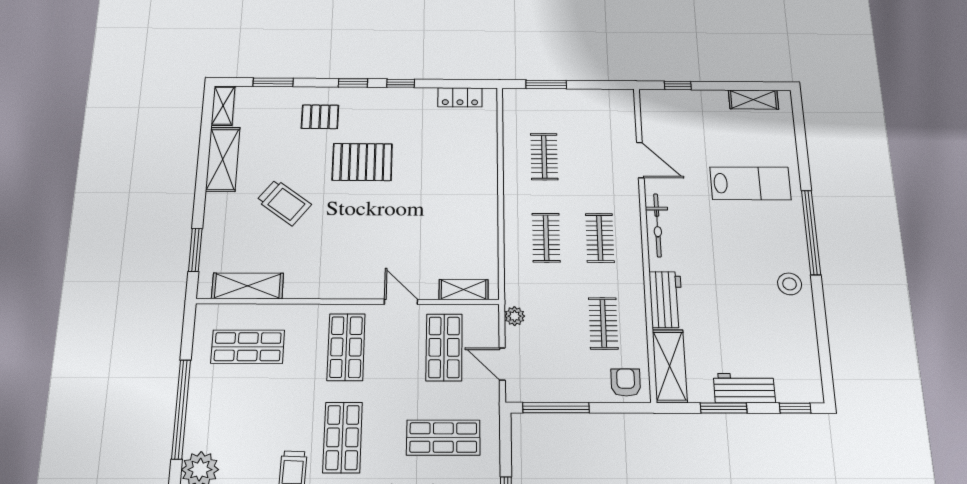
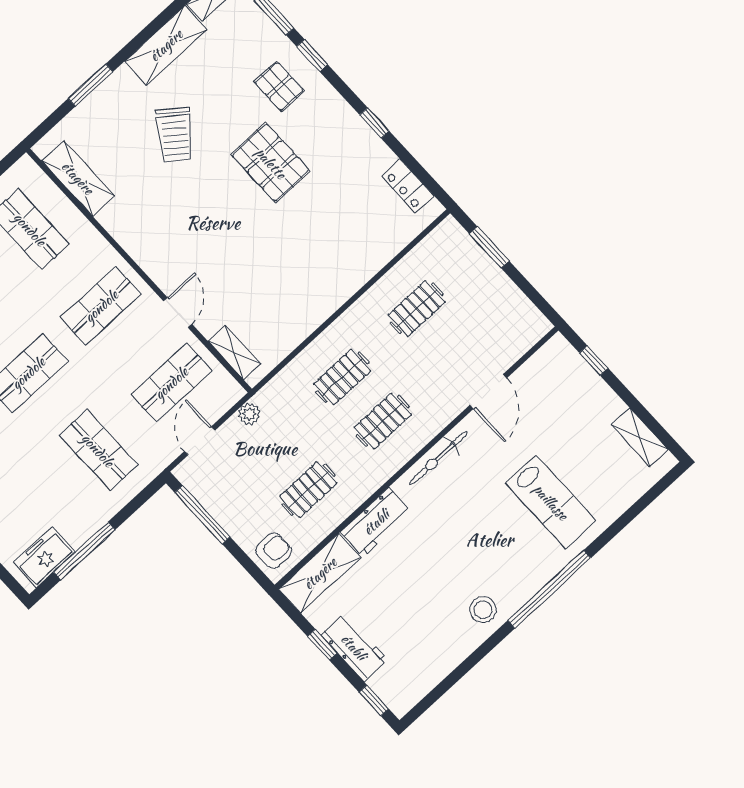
window: (353, 83) -> (312, 55), moved
window: (195, 250) -> (91, 85), moved
window: (724, 408) -> (322, 645), width x0.67

